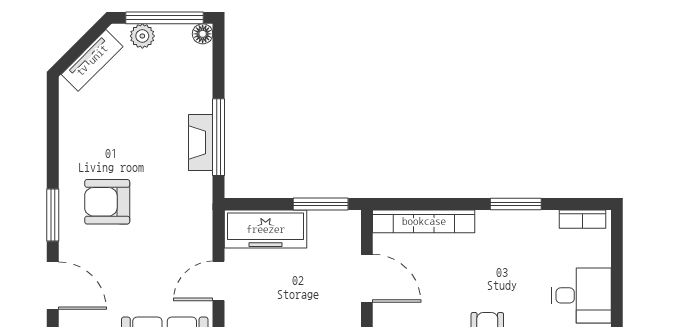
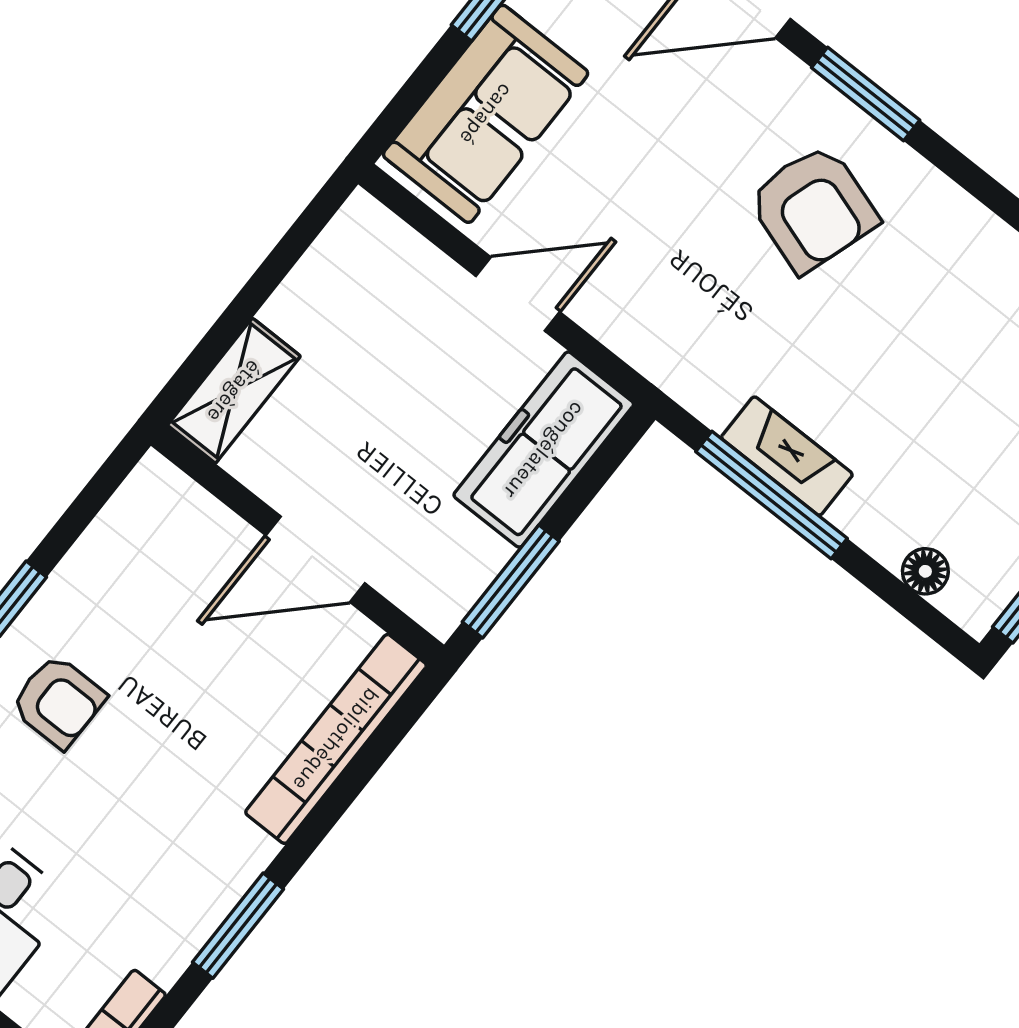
floor lamp: (203, 34) -> (925, 571), moved
armchair: (107, 202) -> (813, 208), turned 108
door: (219, 281) -> (518, 294), hinge flipped

